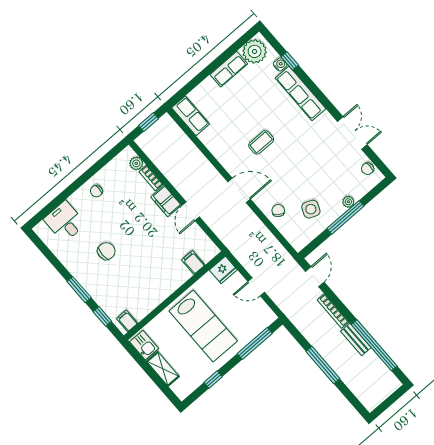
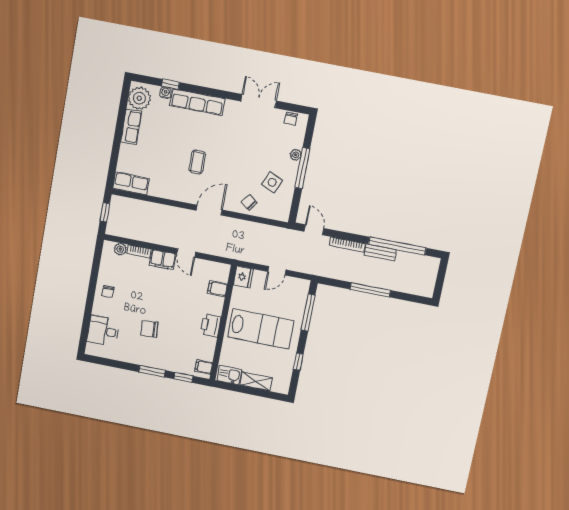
chair: (106, 251) -> (149, 329), turned -94
printer: (162, 290) -> (211, 325), added

